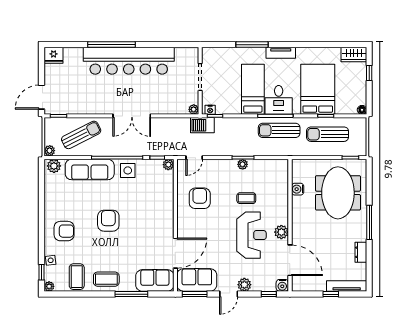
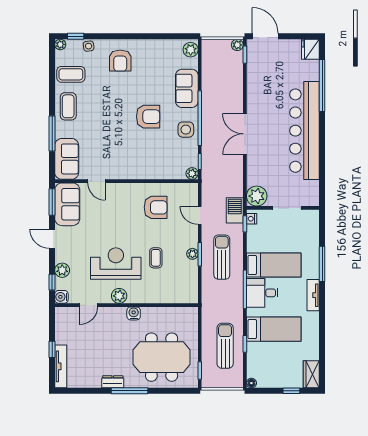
window: (111, 45) -> (322, 86), moved
bed: (318, 89) -> (274, 329), width x0.67
plant: (194, 109) -> (257, 196), width x1.88, depth x1.88
sun lounger: (279, 130) -> (222, 257), moved
sun lounger: (81, 135) -> (224, 79), removed
plant: (50, 151) -> (237, 45), moved
door: (194, 158) -> (200, 215), moved
sofa: (90, 169) -> (187, 88), width x0.73
water cooler: (298, 189) -> (134, 313), moved
armchair: (108, 221) -> (148, 117), moved
reception desk: (251, 235) -> (116, 263), turned 180
dresser: (361, 252) -> (113, 382), moved
door: (175, 253) -> (96, 181), width x0.53
door: (290, 260) -> (89, 305), width x0.53
plant: (244, 285) -> (62, 270), moved

